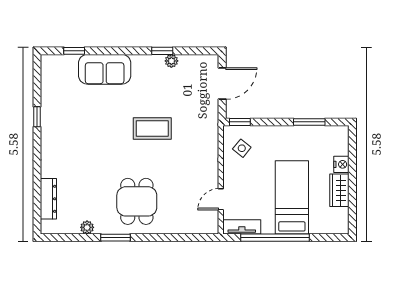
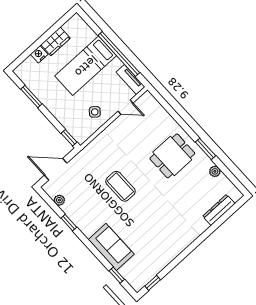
plant: (171, 61) -> (59, 200), moved
window: (37, 117) -> (153, 283), moved
side table: (242, 148) -> (95, 112), moved

